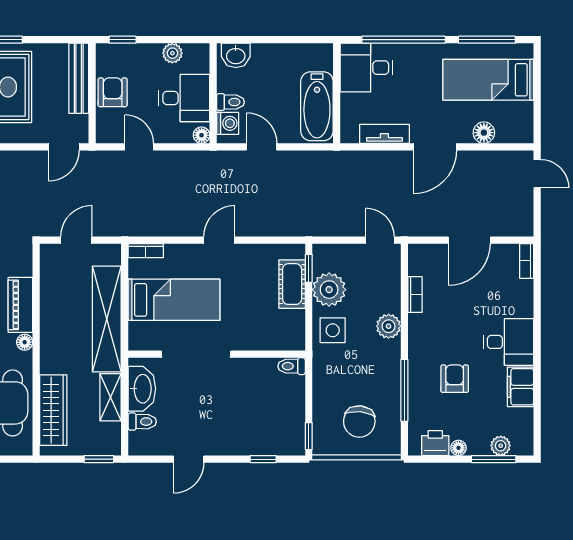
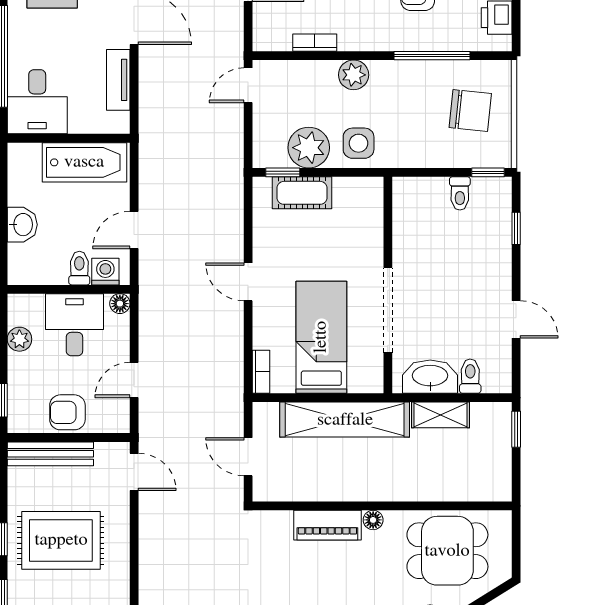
washbasin: (236, 55) -> (22, 225), moved
toilet: (292, 366) -> (460, 193), moved
wardrobe: (53, 410) -> (456, 485), removed

